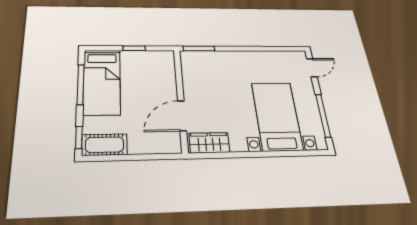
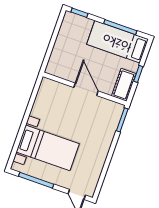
door: (182, 116) -> (86, 89), moved
wardrobe: (209, 143) -> (45, 93), removed
cot: (104, 145) -> (124, 85), moved

